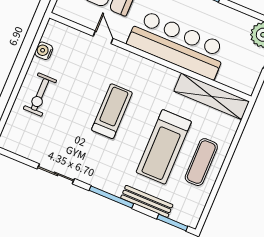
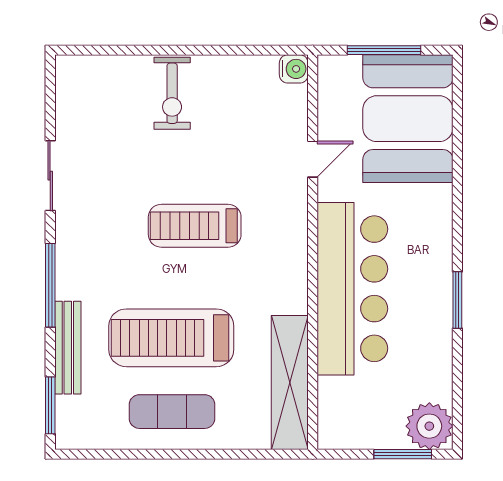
water cooler: (44, 51) -> (294, 69), moved, turned 90
exercise bike: (40, 95) -> (172, 93), turned -90
treadmill: (112, 111) -> (195, 226), turned 180

